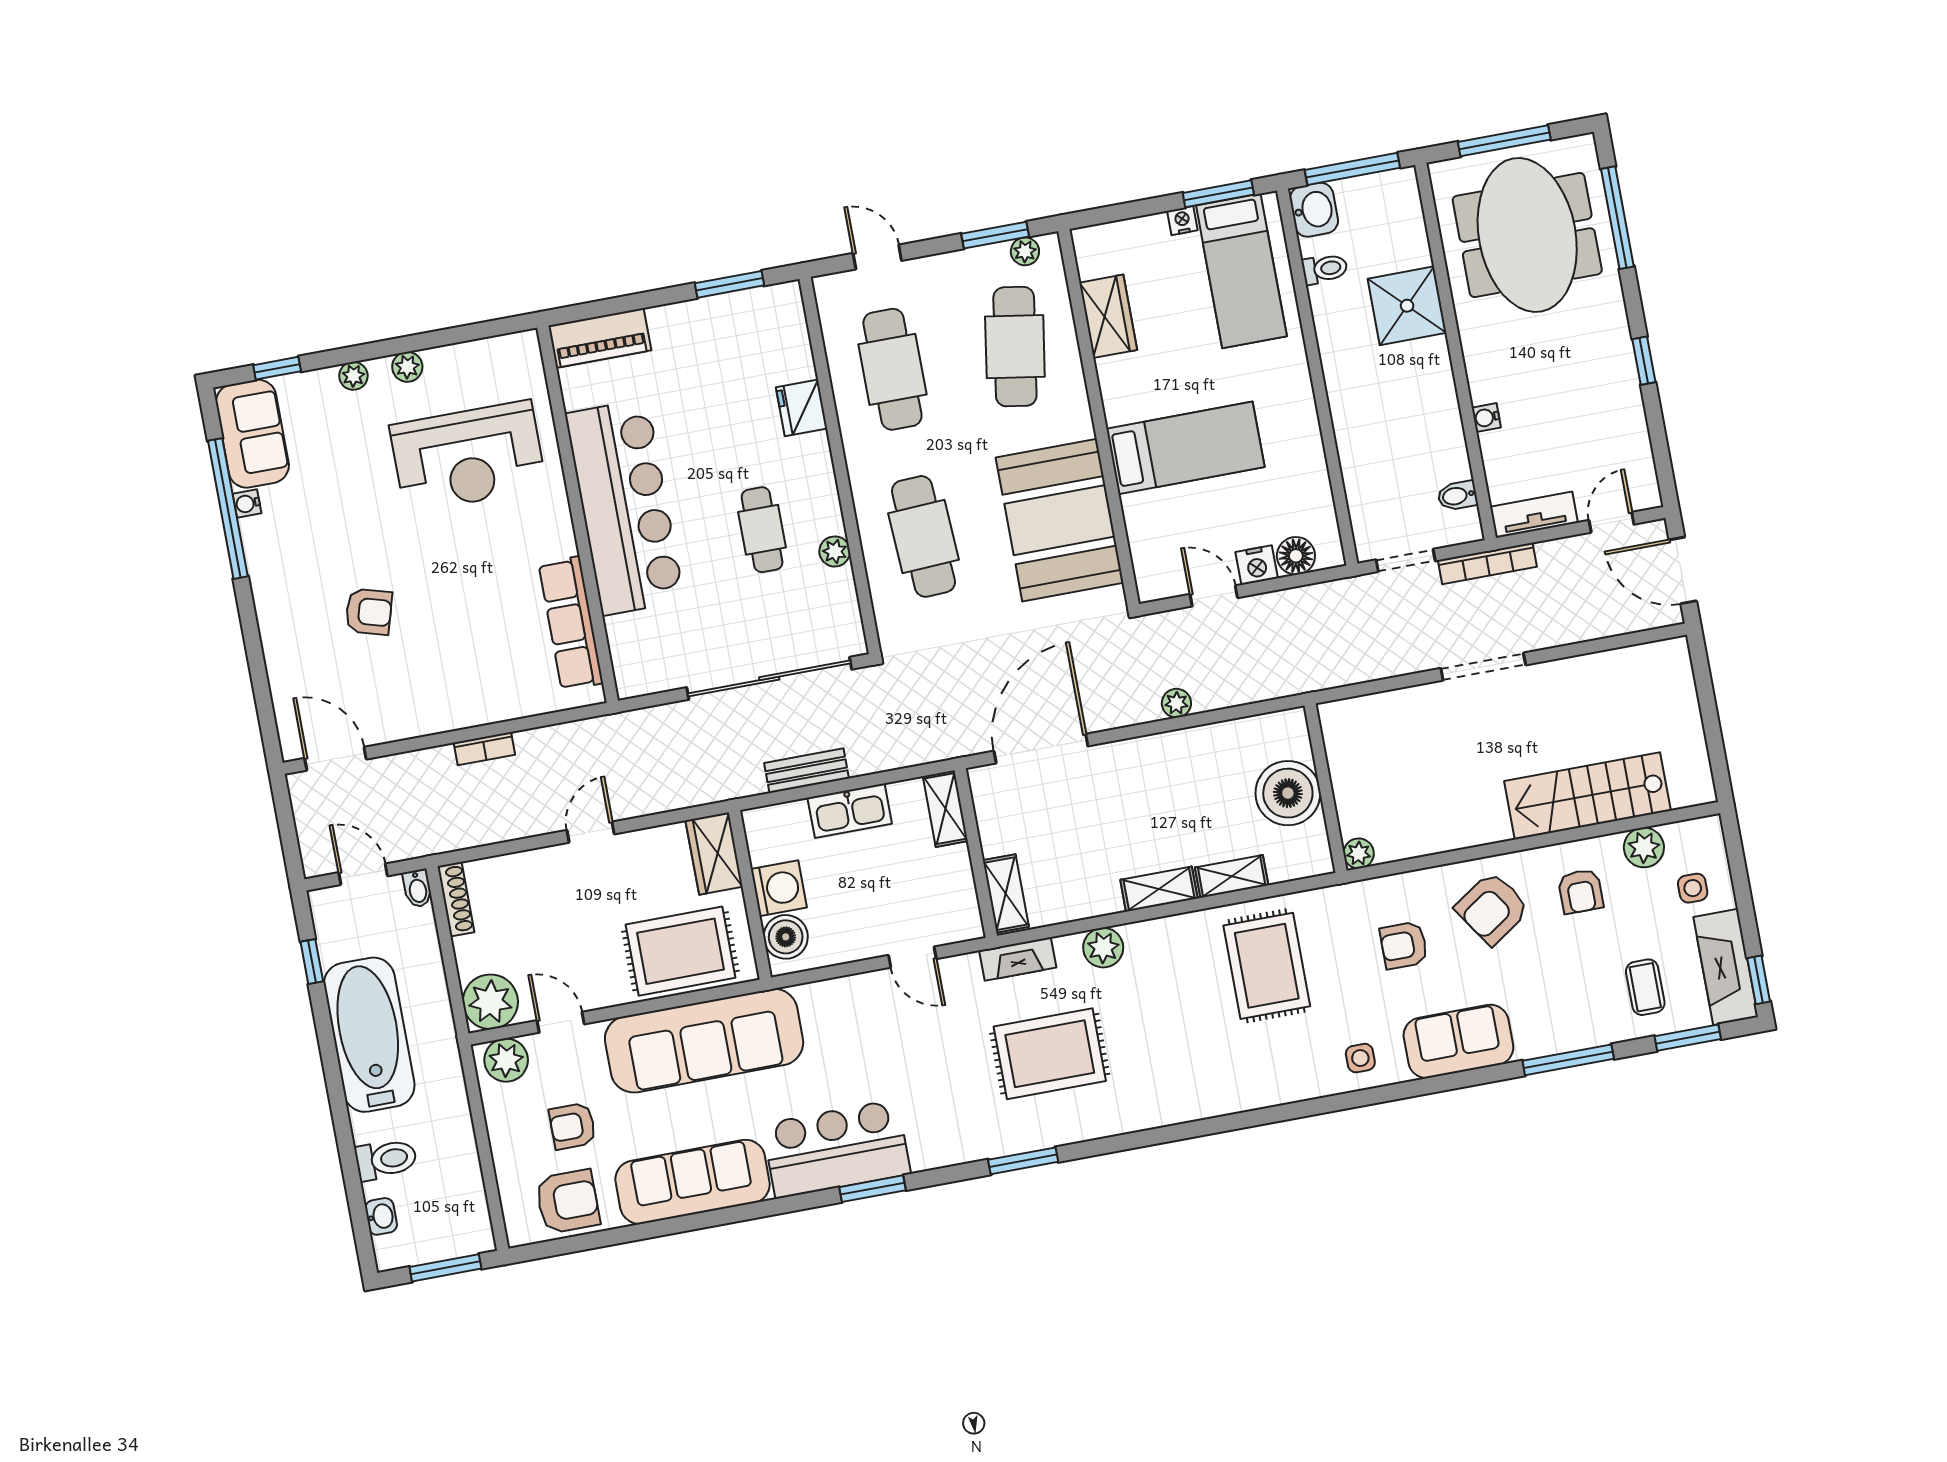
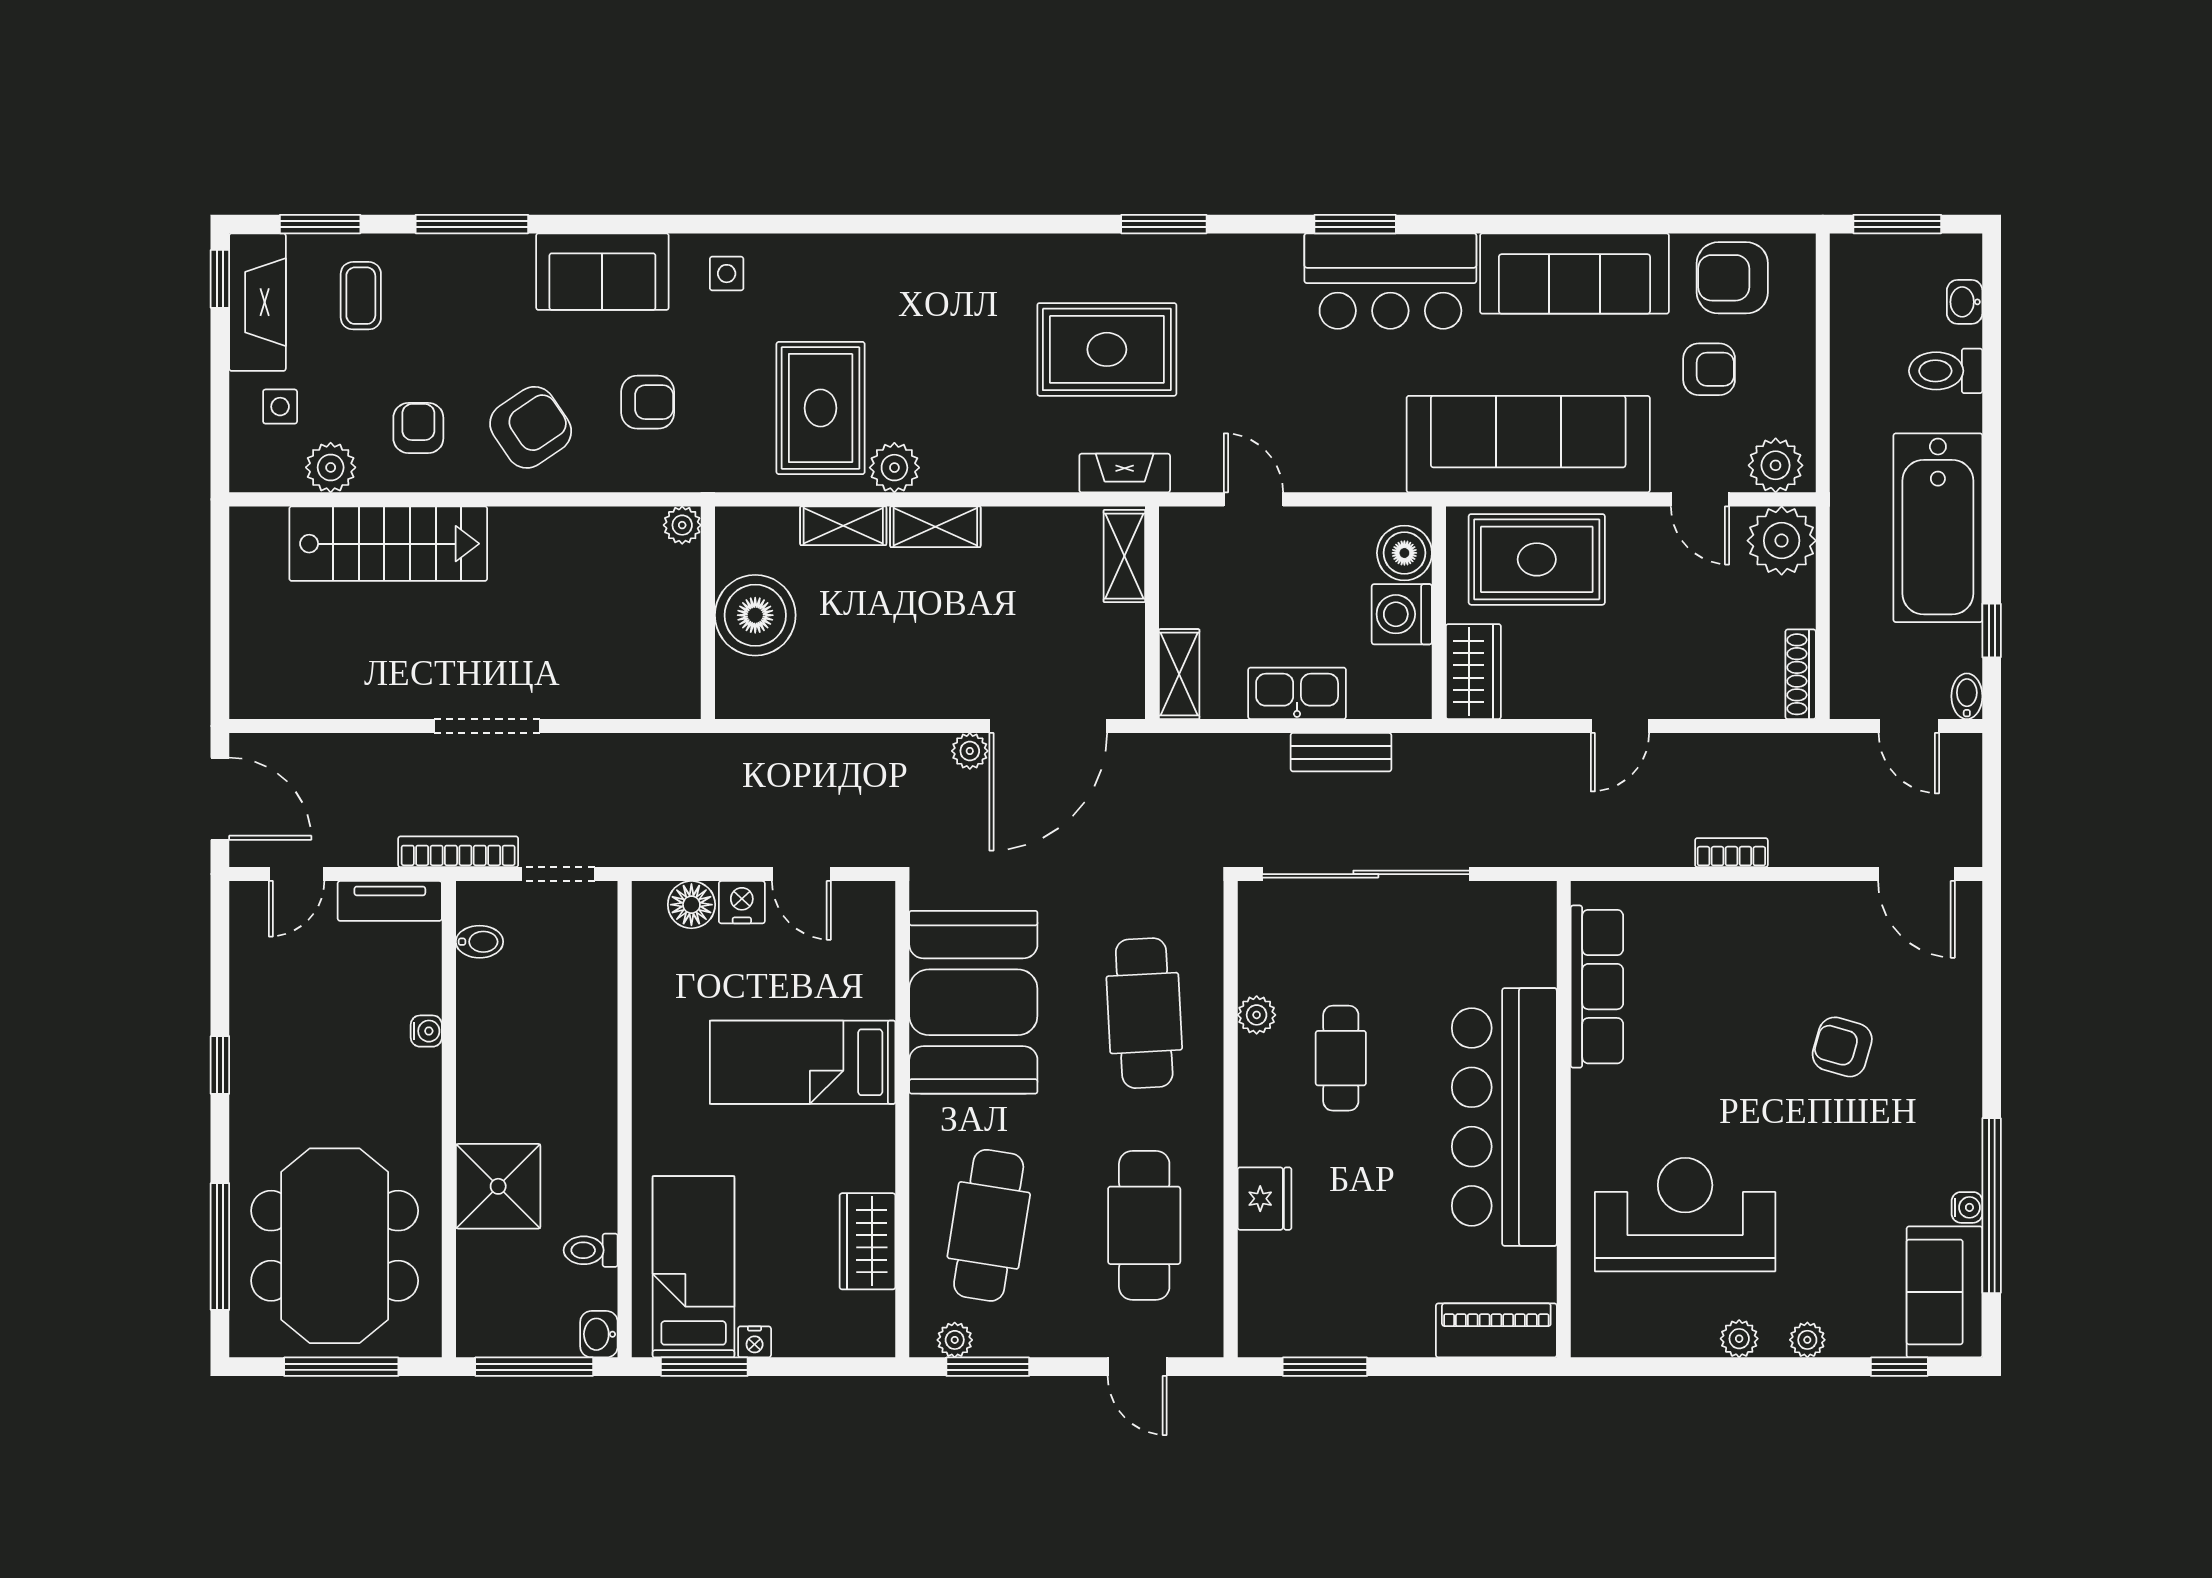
washbasin: (1314, 210) -> (599, 1334), width x0.72, depth x0.69
plant: (1176, 703) -> (970, 751), moved
bidet: (418, 888) -> (1967, 696), moved
plant: (1103, 948) -> (894, 468), moved

